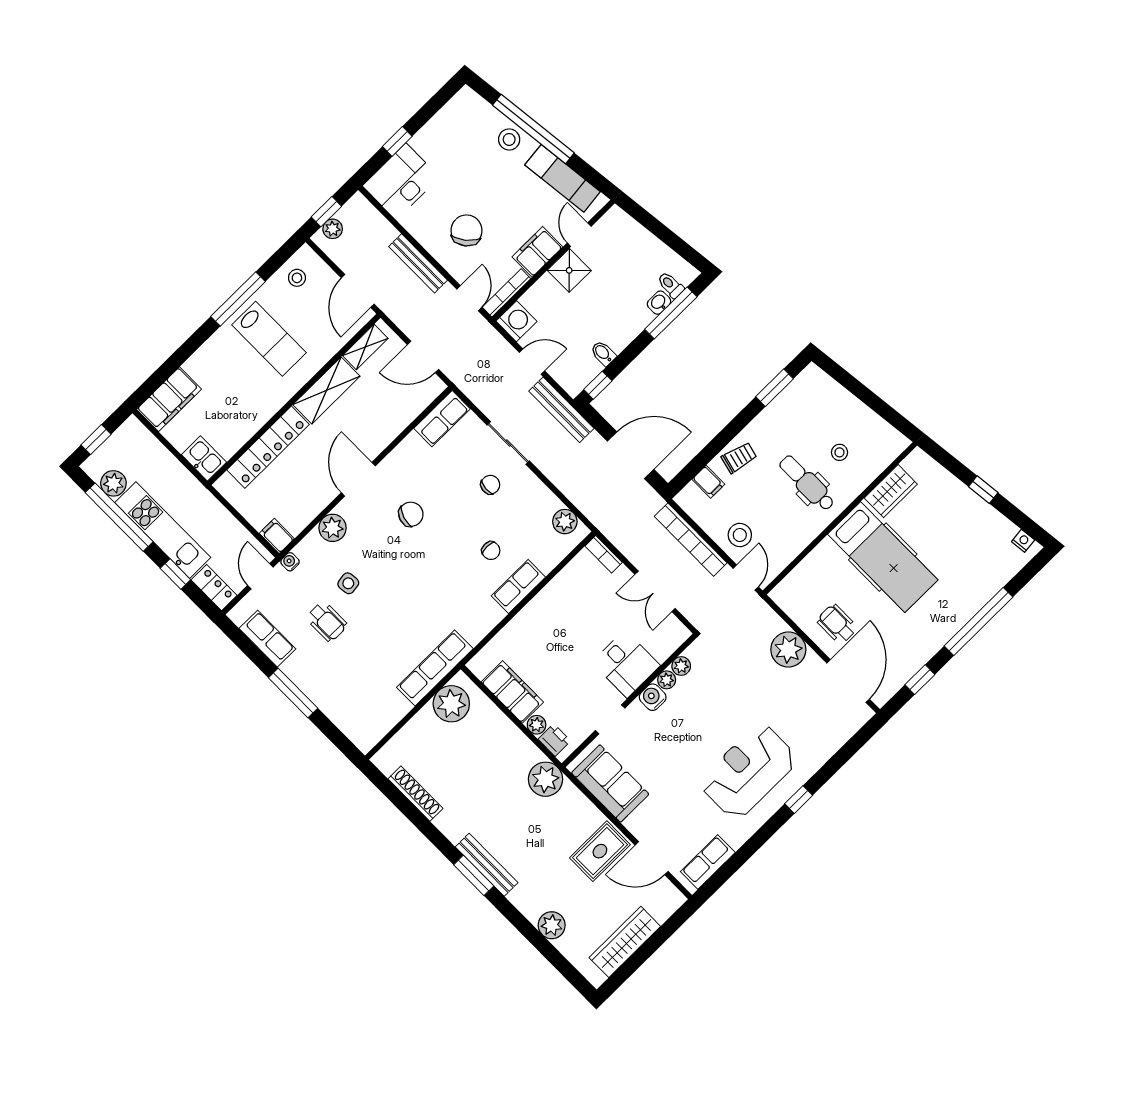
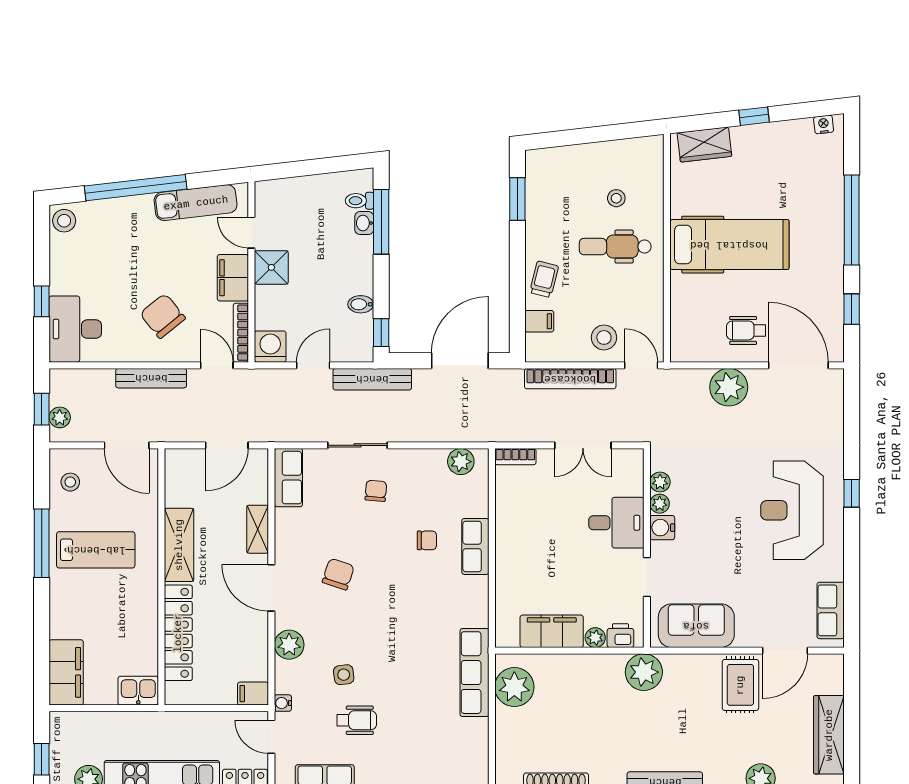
stool: (509, 139) -> (64, 221), moved
shelving: (365, 347) -> (258, 529), moved
wardrobe: (891, 491) -> (704, 144), moved, turned 83

